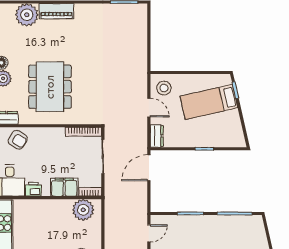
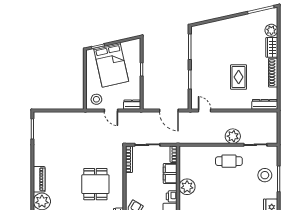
dining table: (50, 87) -> (95, 184), width x0.73
bed: (209, 102) -> (111, 65), width x1.50
door: (149, 108) -> (111, 110), swing flipped
door: (149, 168) -> (169, 110), moved
plant: (83, 210) -> (187, 187), moved

